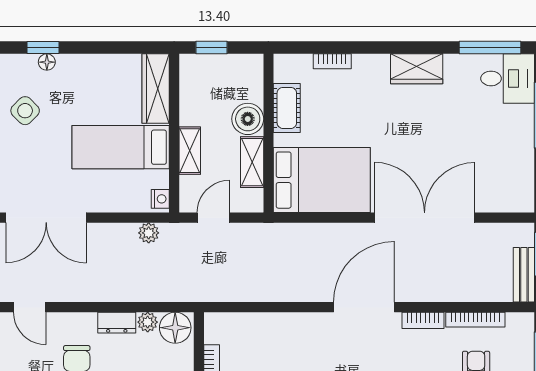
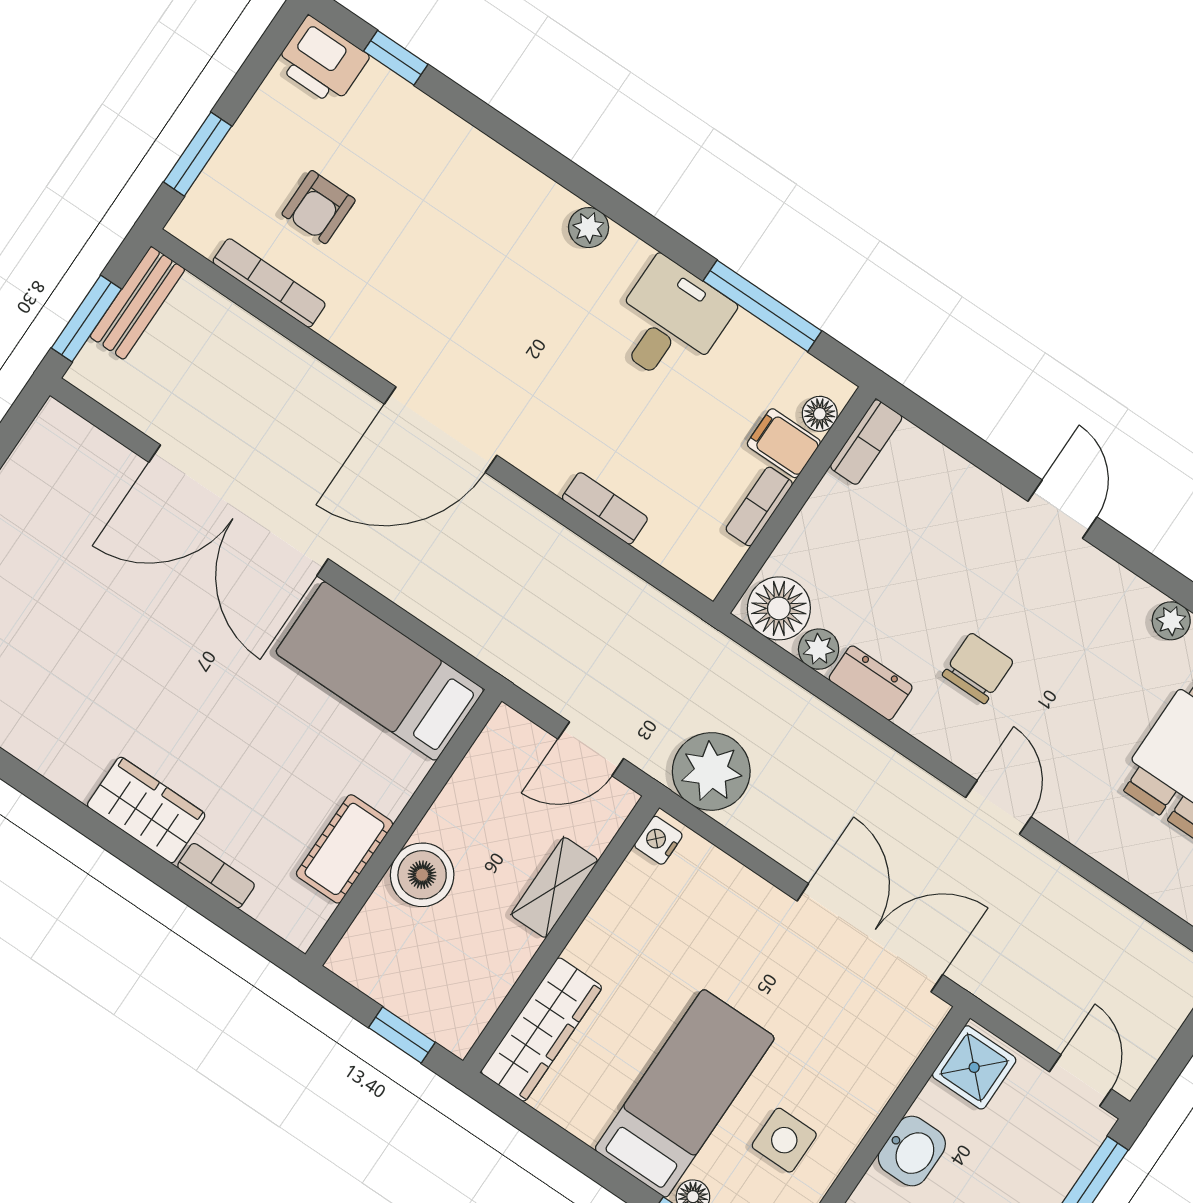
wardrobe: (417, 69) -> (146, 810), moved
side table: (25, 111) -> (784, 1140), turned 45
bed: (121, 147) -> (685, 1093), moved, turned -90
shelving: (252, 162) -> (464, 798), removed
bed: (322, 180) -> (380, 671), width x0.67
plant: (149, 233) -> (711, 771), width x1.88, depth x1.88
bookcase: (423, 320) -> (605, 508), moved

